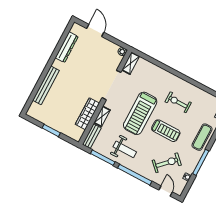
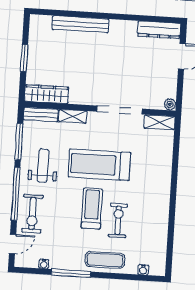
dresser: (67, 47) -> (159, 30), moved
exercise bike: (178, 102) -> (118, 220), moved
wardrobe: (87, 114) -> (47, 94), moved
treadmill: (166, 131) -> (92, 209), turned 180
weight bench: (125, 149) -> (43, 166), turned 180
exercise bike: (167, 163) -> (32, 214), moved, turned 45

